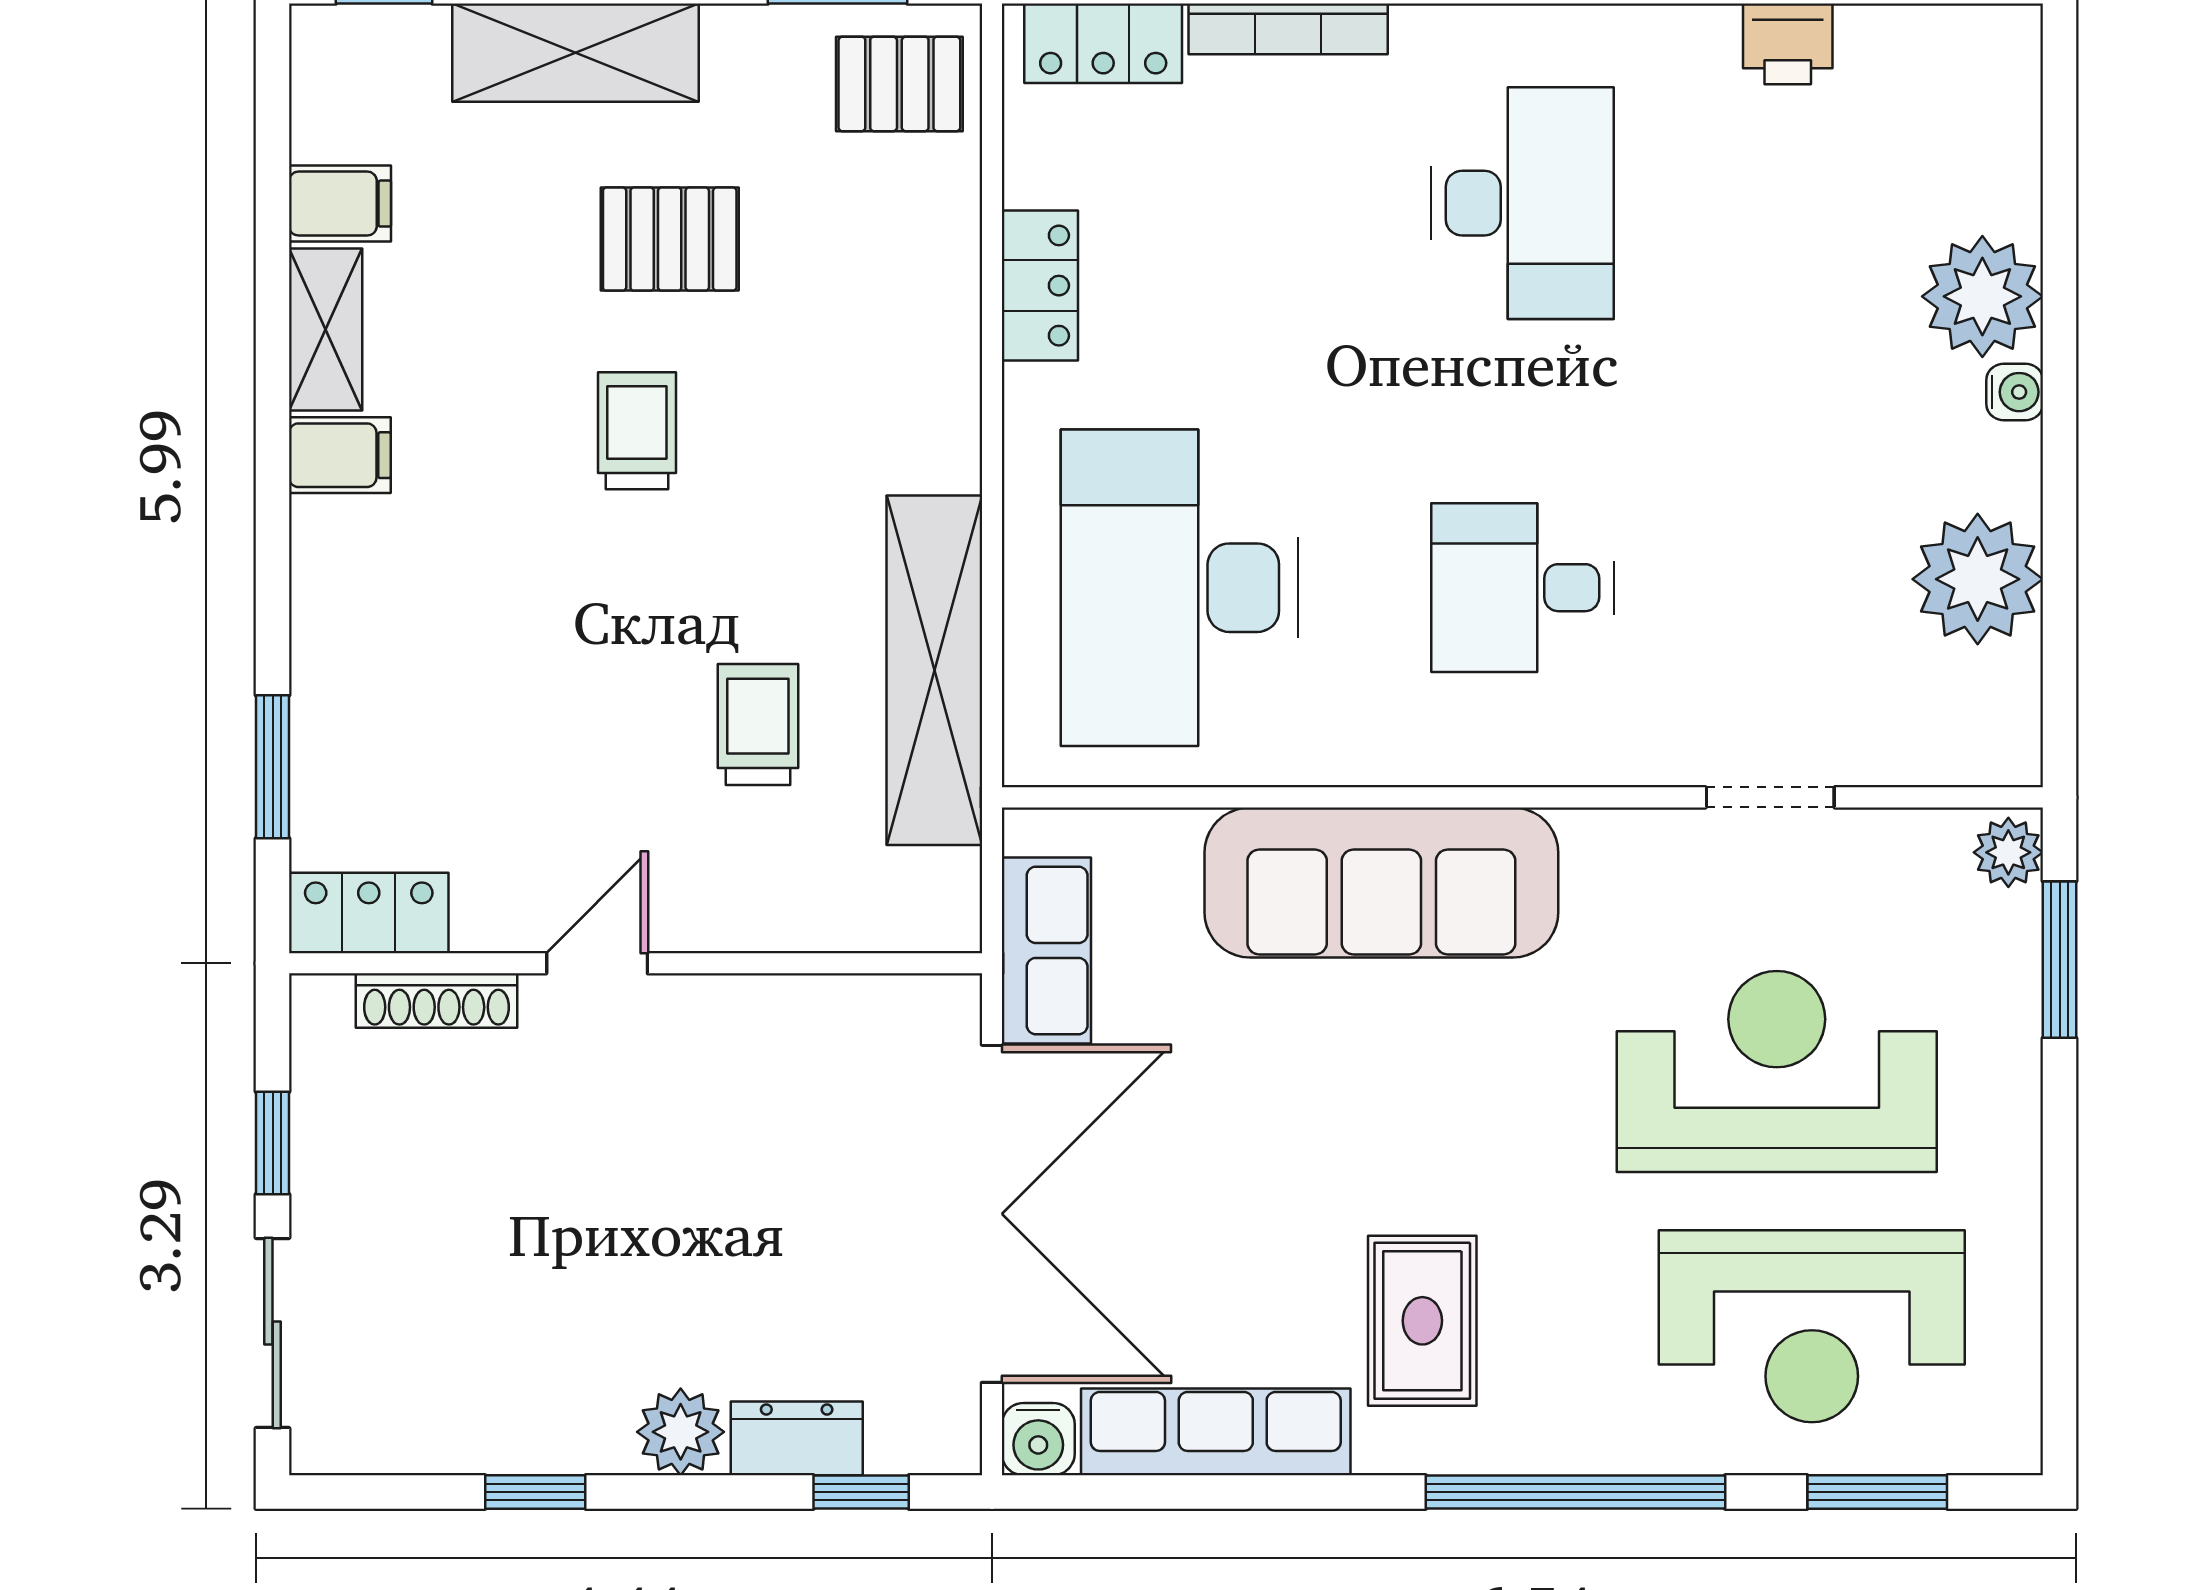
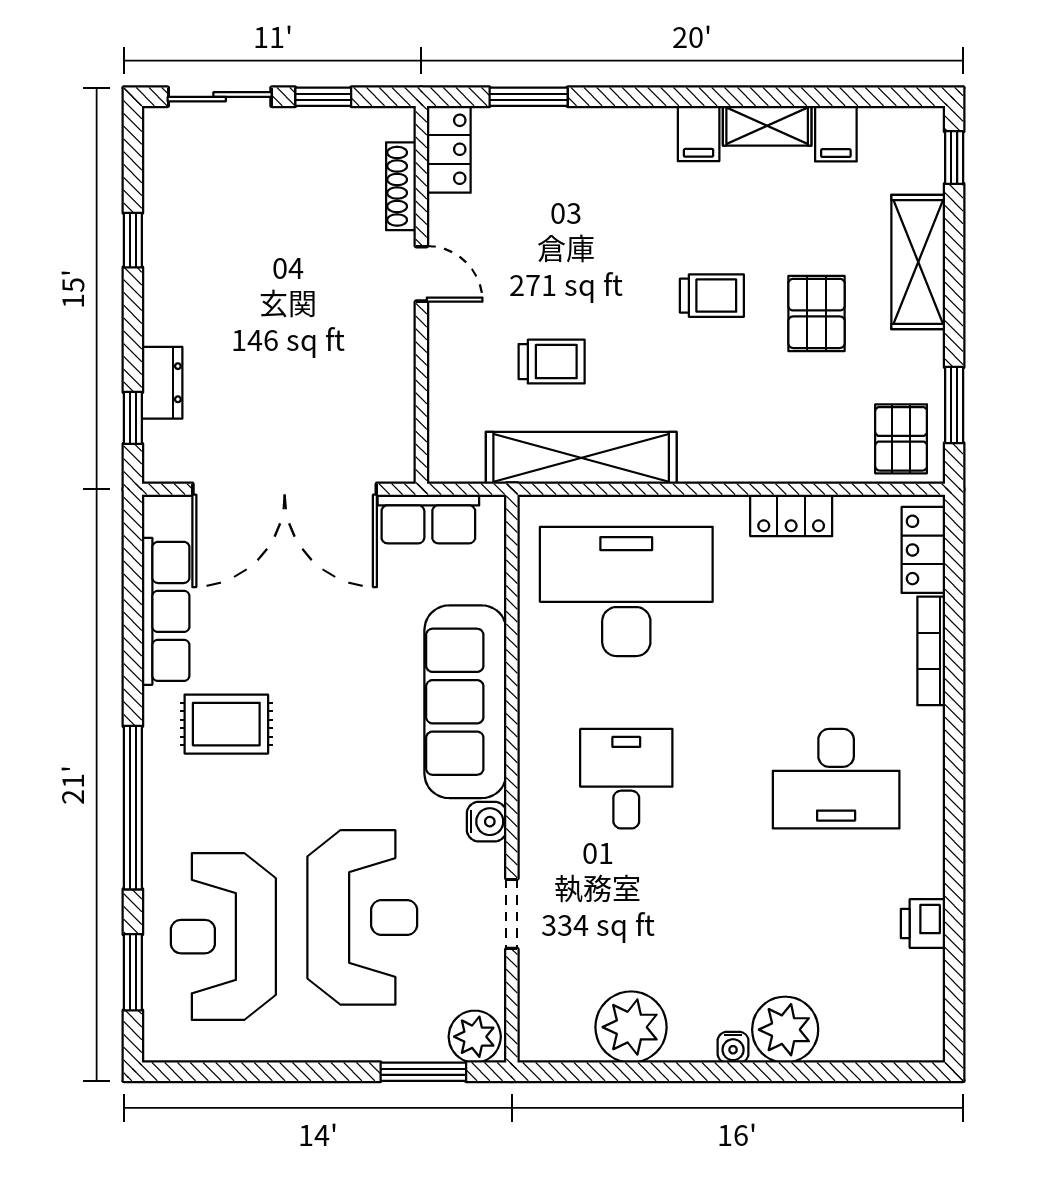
plant: (2008, 852) -> (475, 1037), width x1.38, depth x1.38
plant: (681, 1432) -> (166, 319), removed
water cooler: (1038, 1439) -> (487, 822), moved, turned 180

